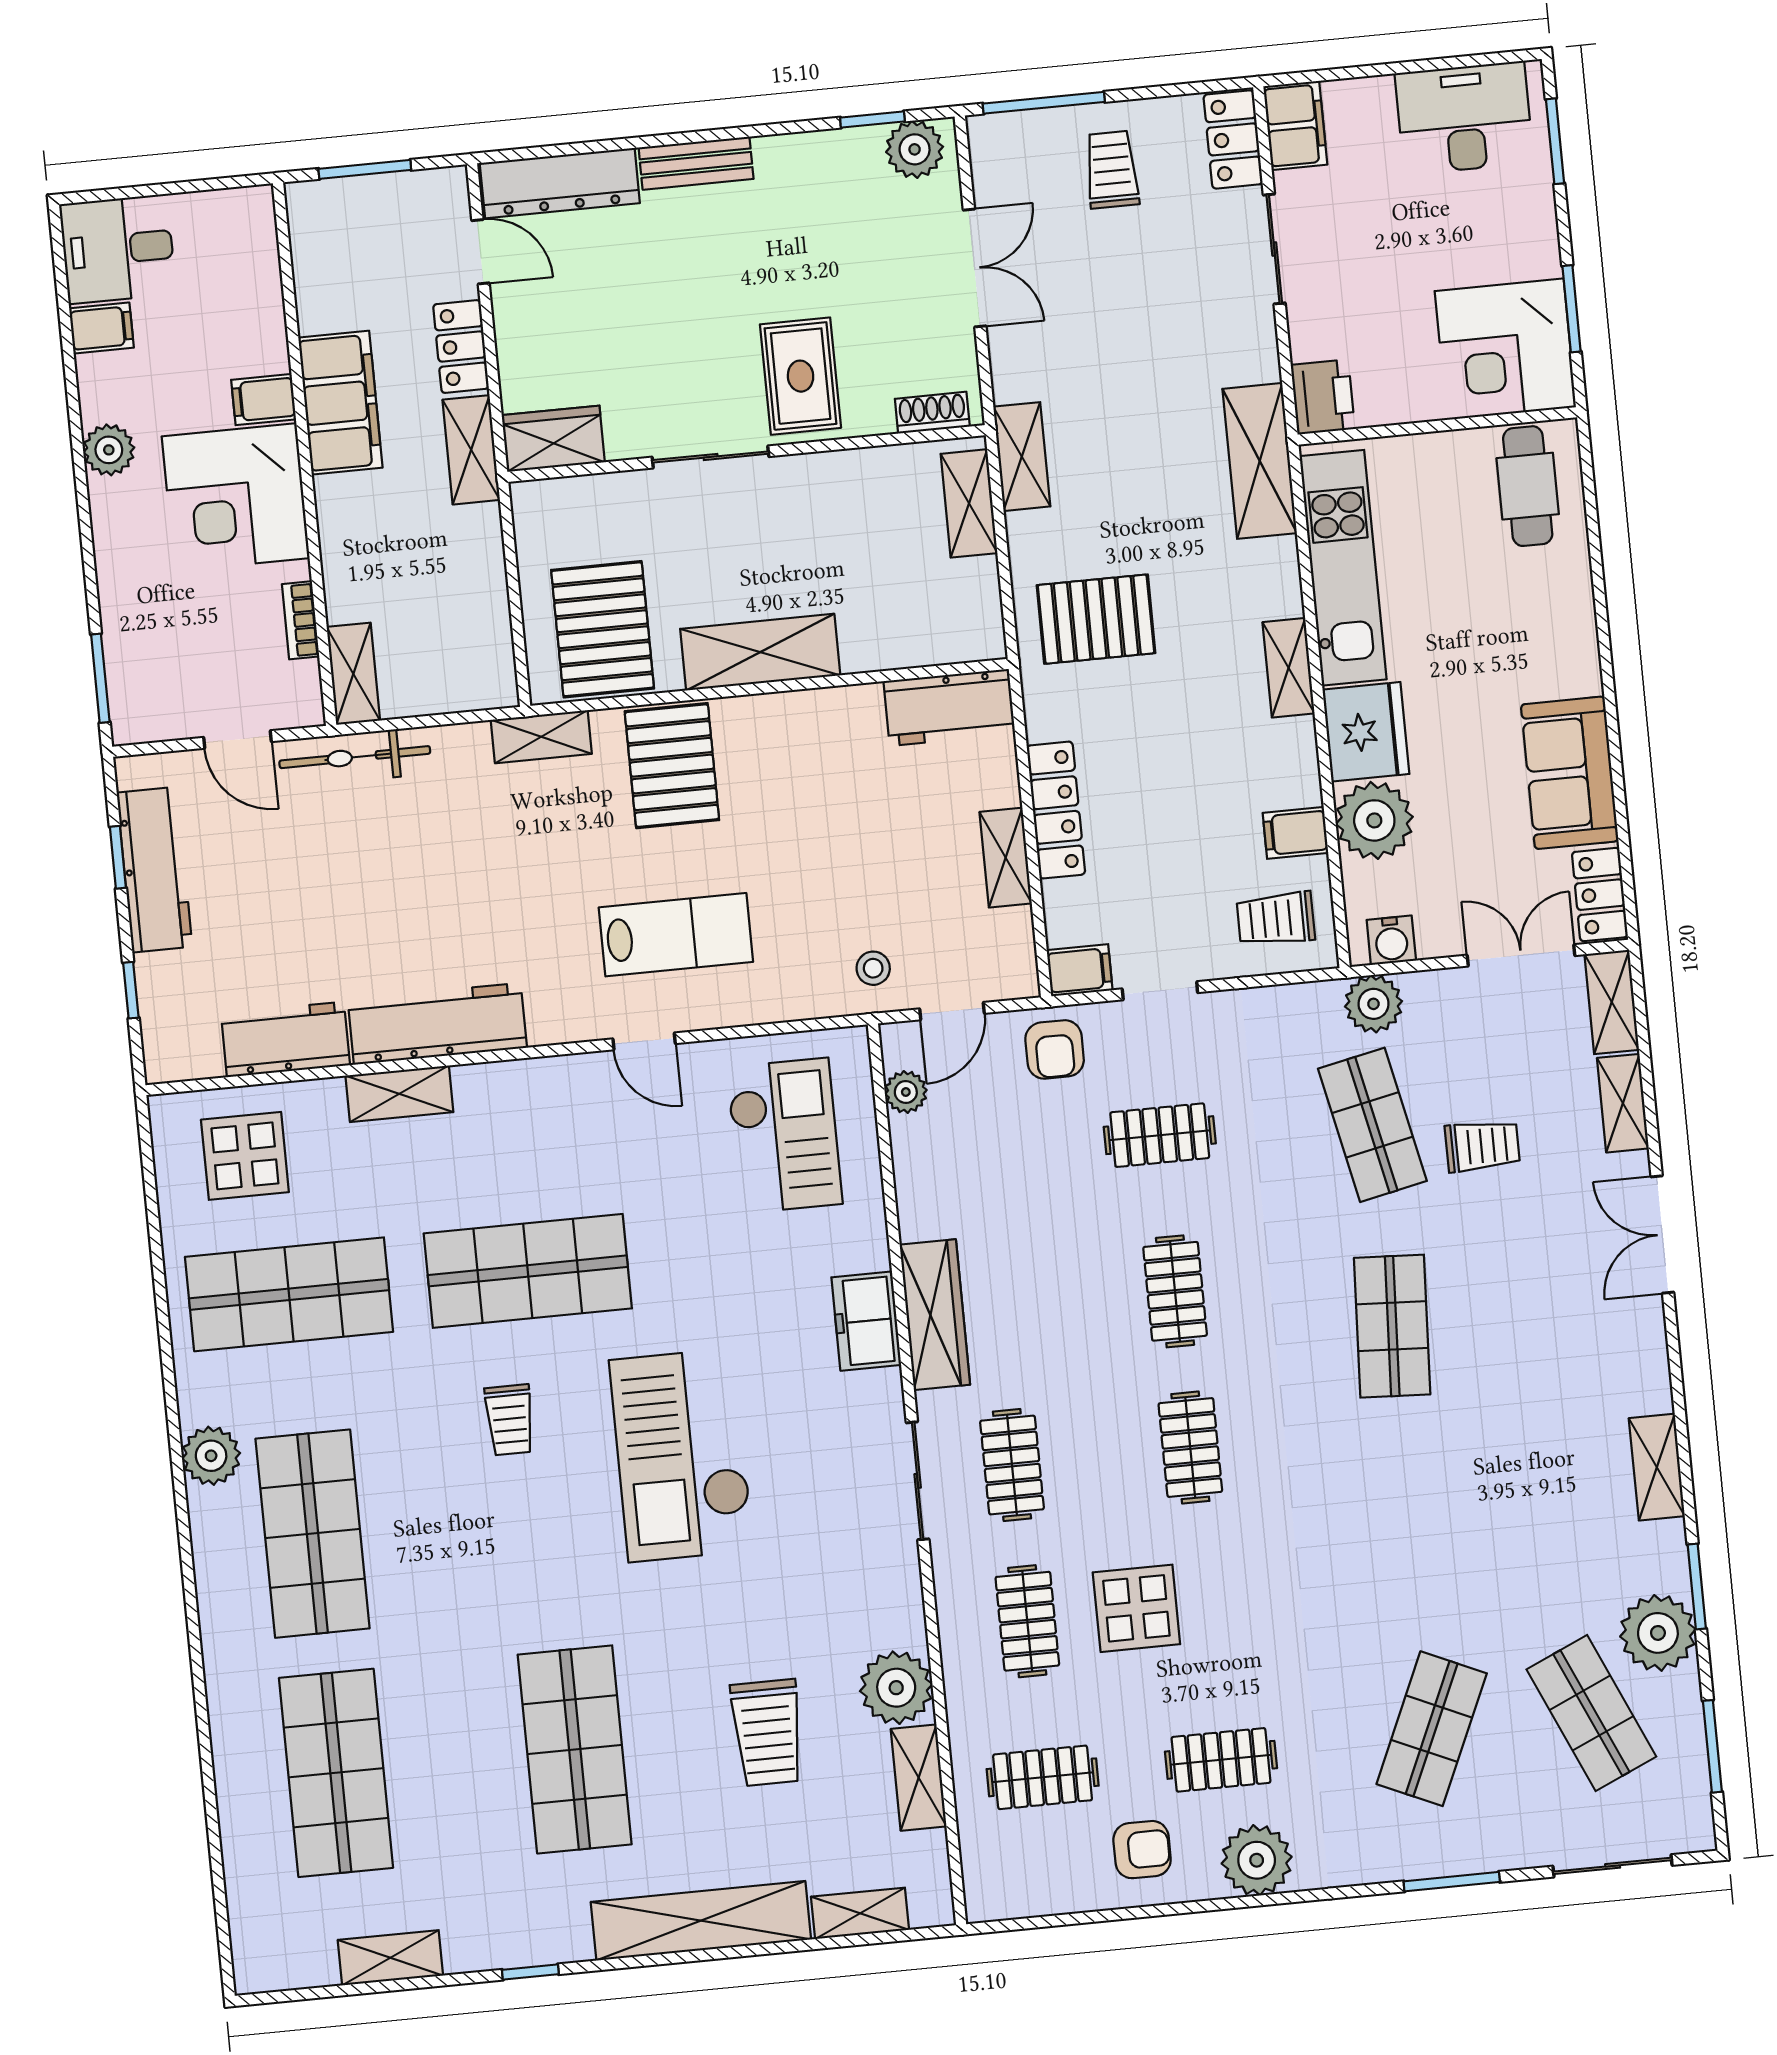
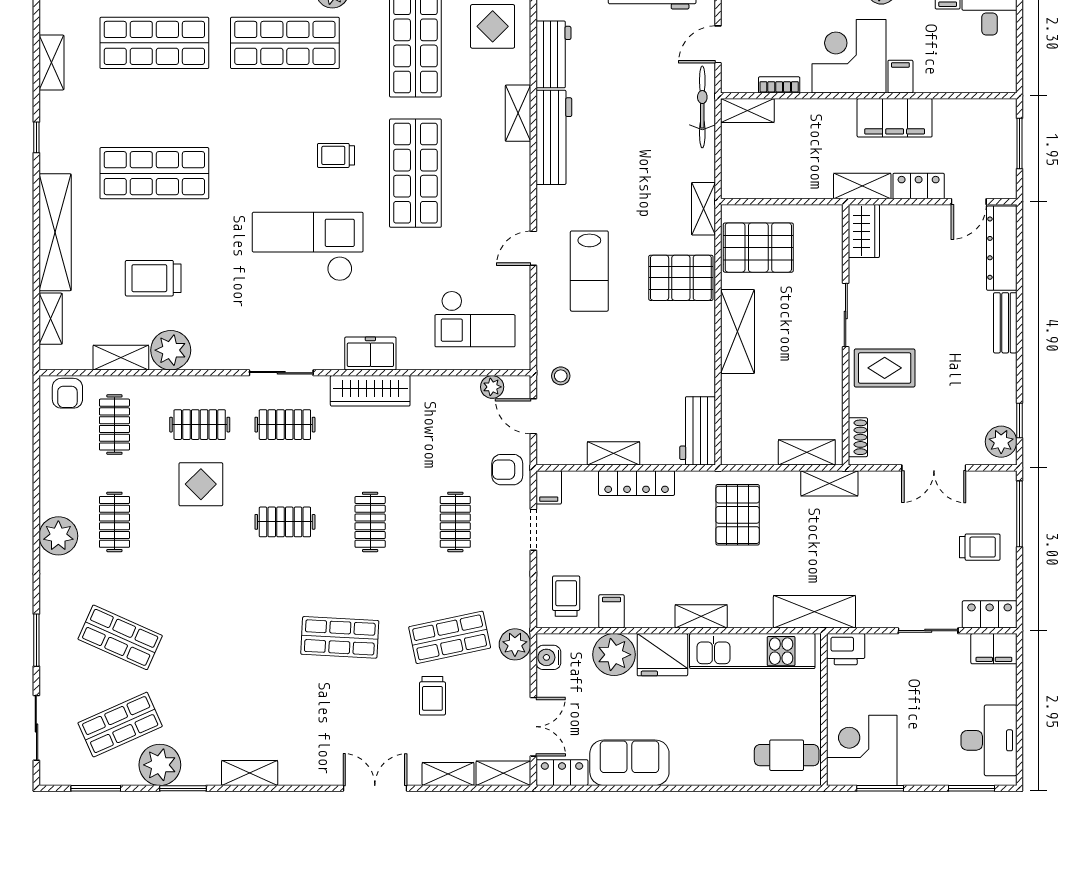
clothes rail: (1175, 1291) -> (370, 522), turned 90
armchair: (1142, 1850) -> (67, 393), moved

